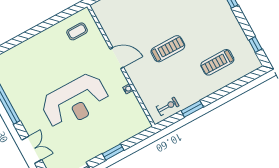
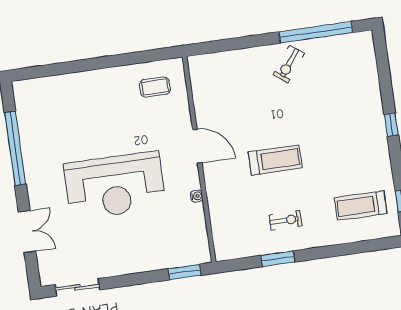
treadmill: (217, 62) -> (361, 206), moved
exercise bike: (168, 106) -> (285, 220), moved
window: (113, 152) -> (185, 272), moved

